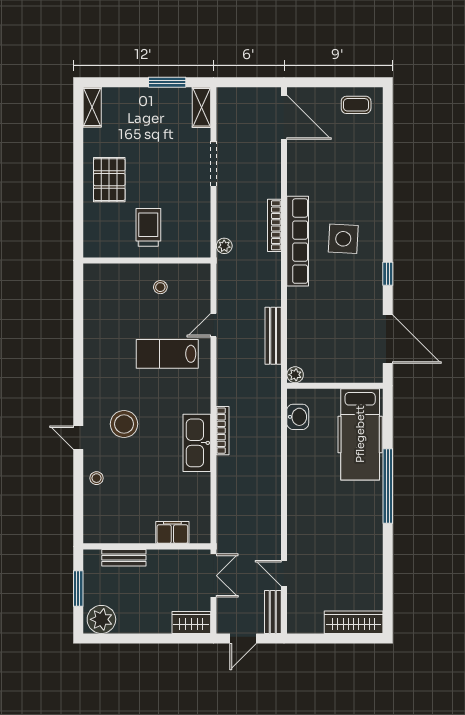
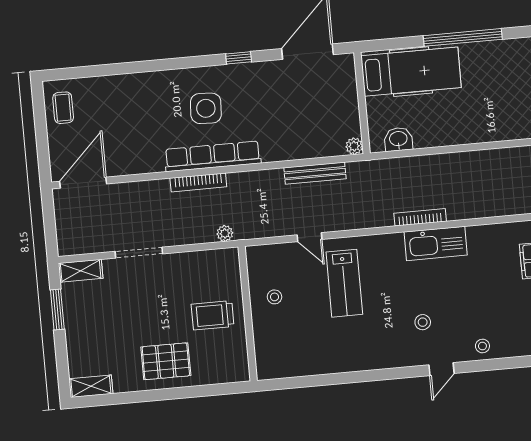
stool: (124, 424) -> (423, 322), width x0.53, depth x0.53

